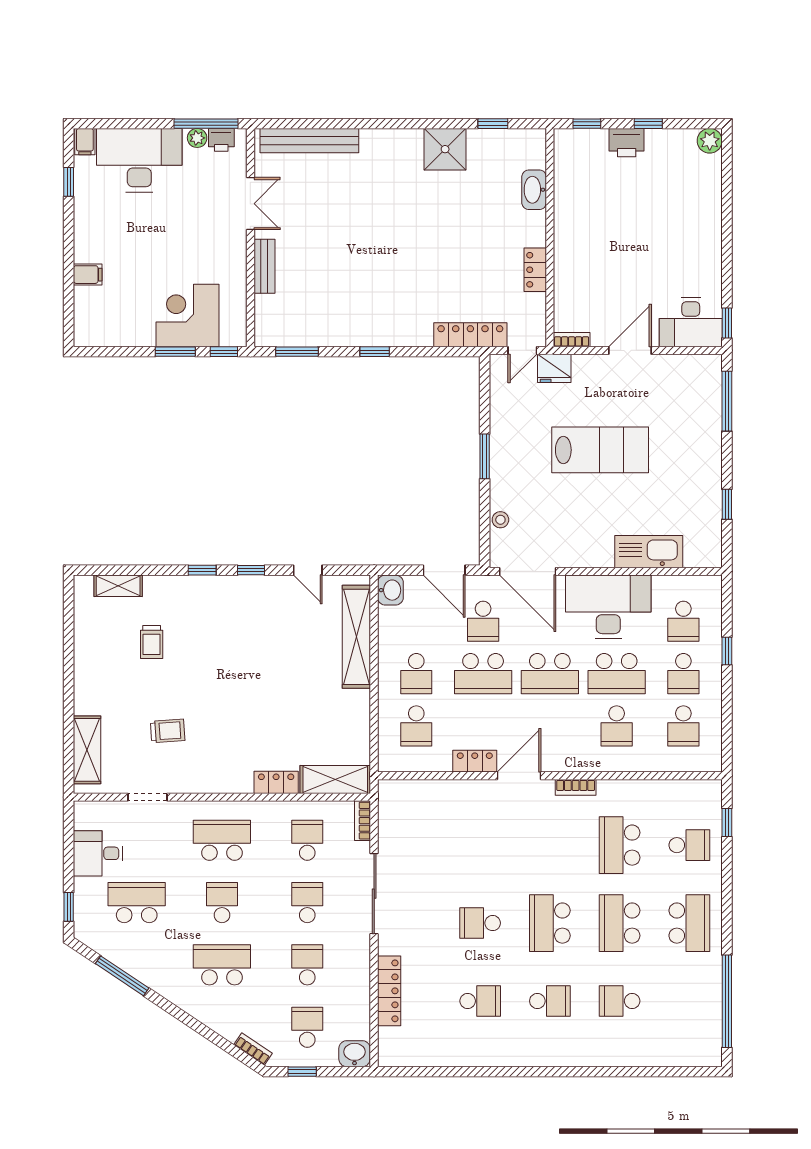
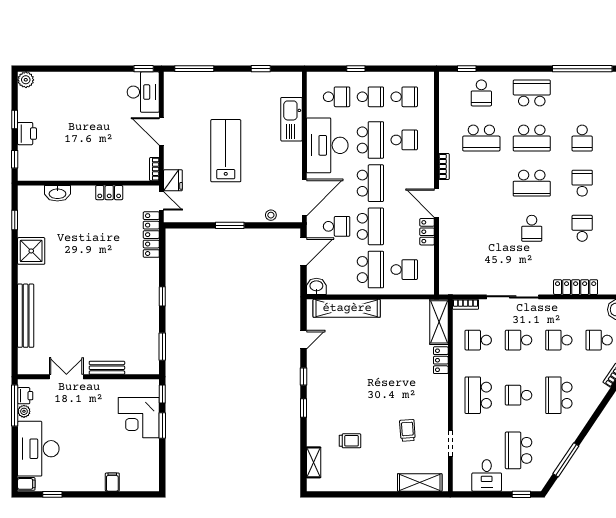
bench: (309, 141) -> (26, 316), moved
school desk: (416, 674) -> (370, 270), width x1.85
school desk: (689, 845) -> (481, 93), turned 180

